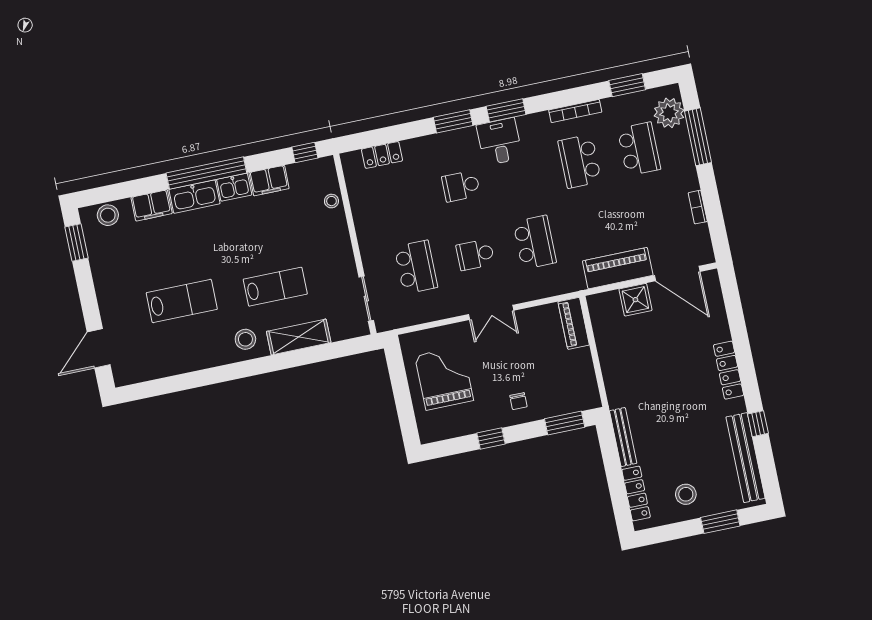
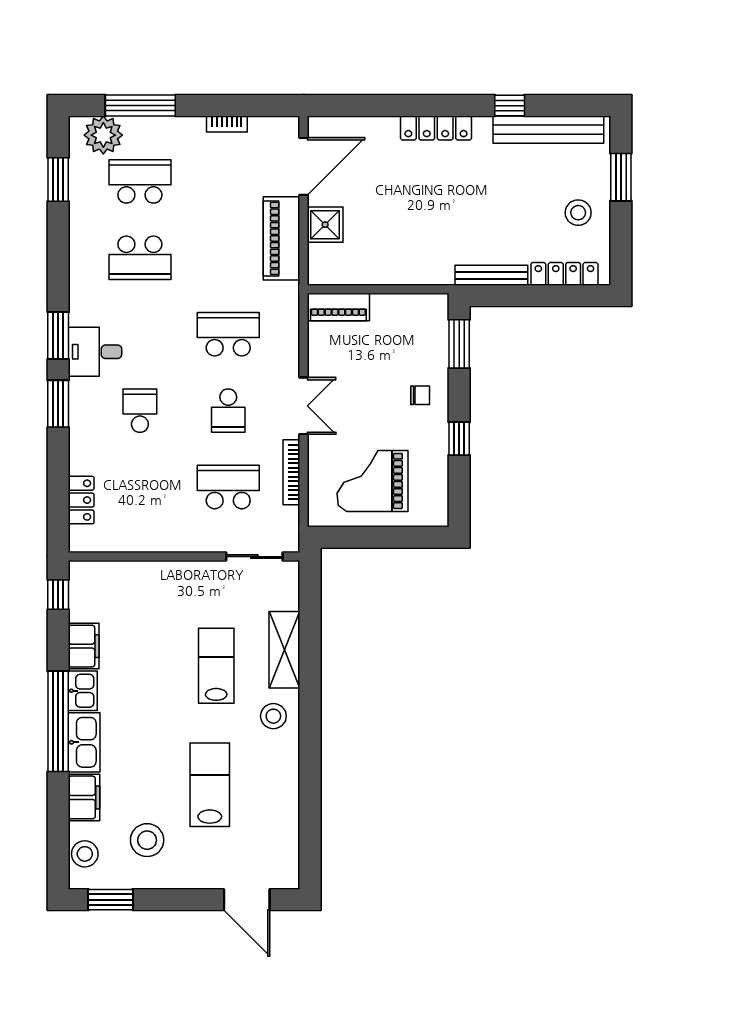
bookcase: (575, 111) -> (291, 472), moved, turned 180
school desk: (461, 186) -> (140, 411), turned 180
stool: (331, 201) -> (147, 840), moved, width x1.89, depth x1.89

